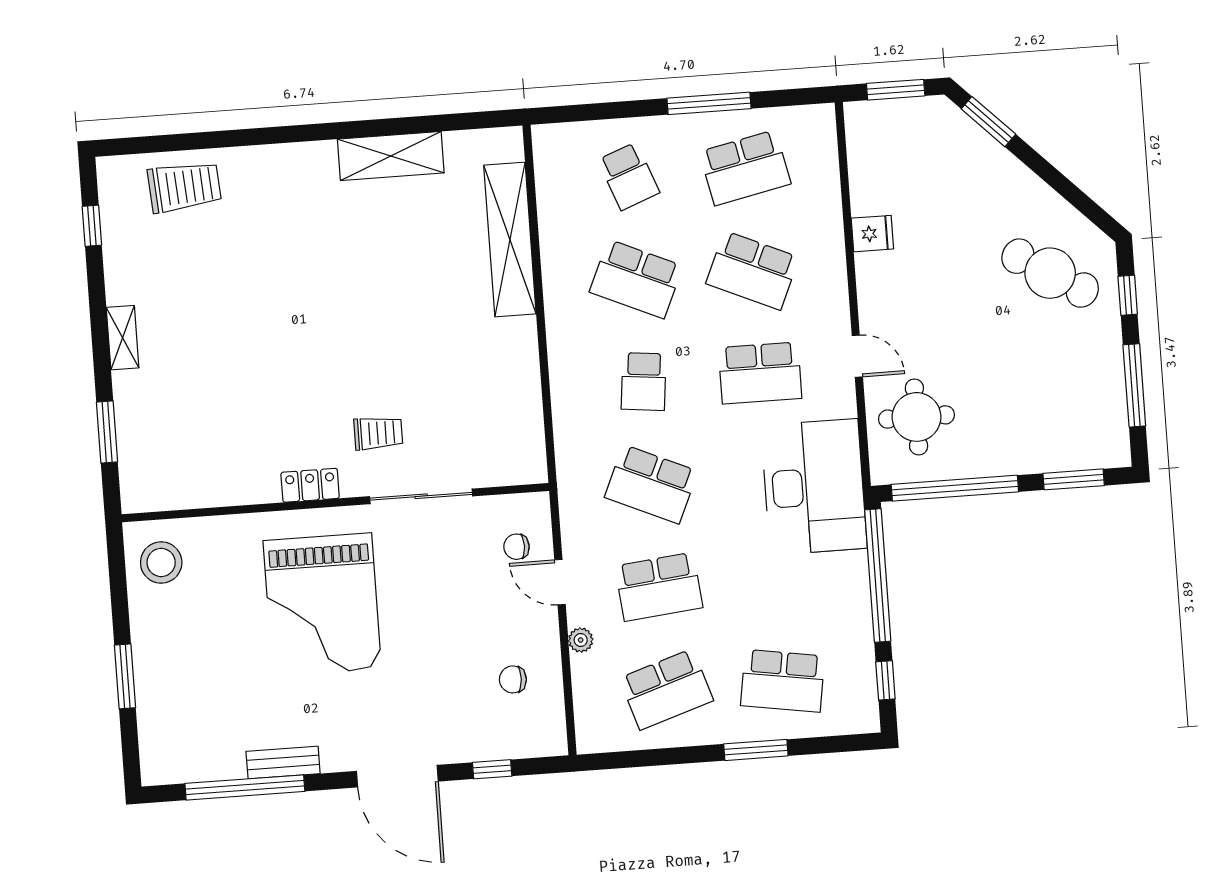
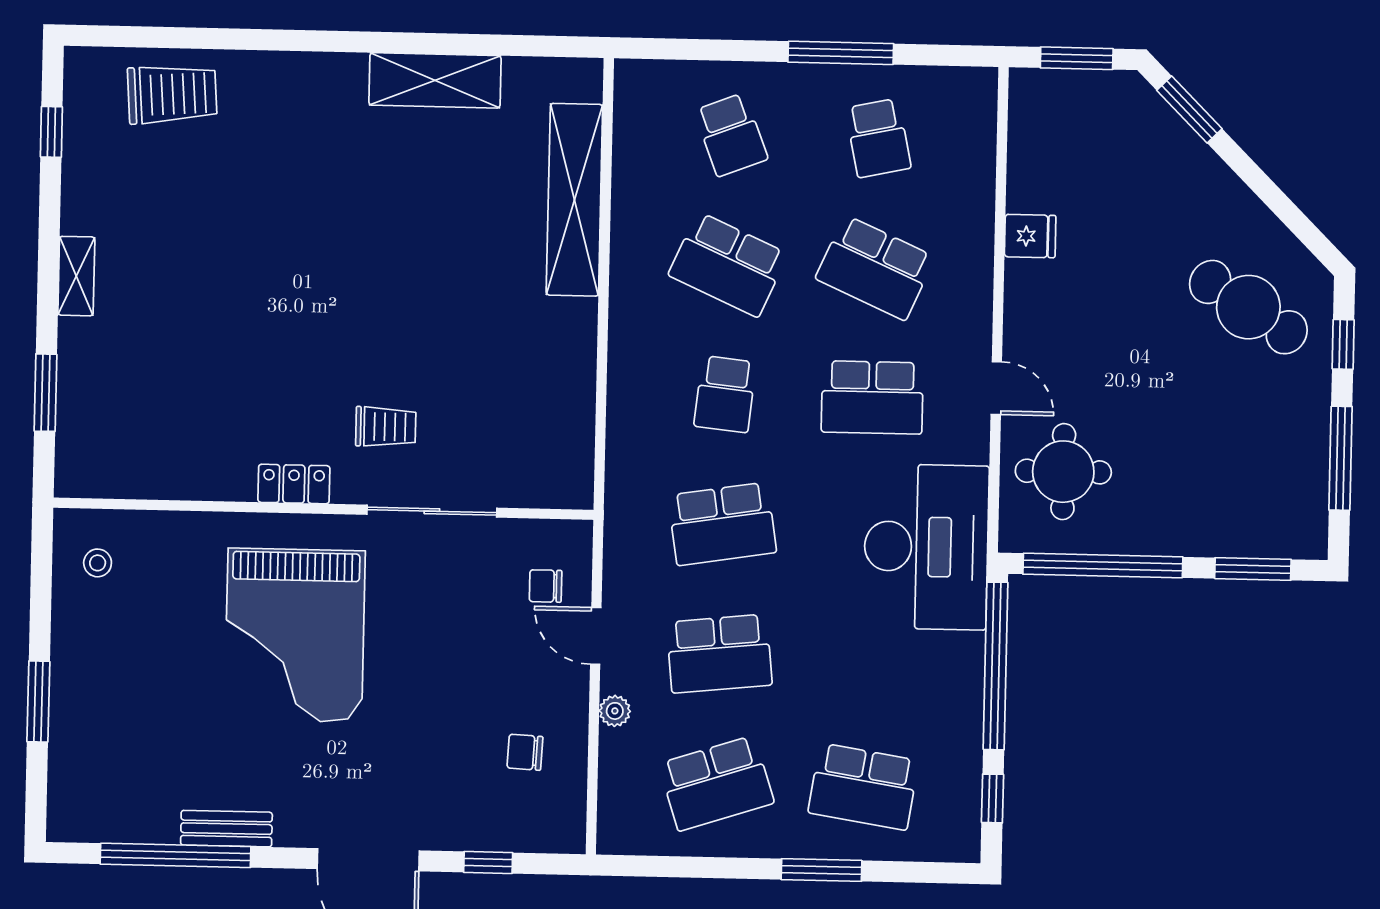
school desk: (745, 168) -> (878, 138), width x0.54
school desk: (651, 484) -> (722, 524), turned -33
stool: (161, 562) -> (98, 563), width x0.53, depth x0.53

